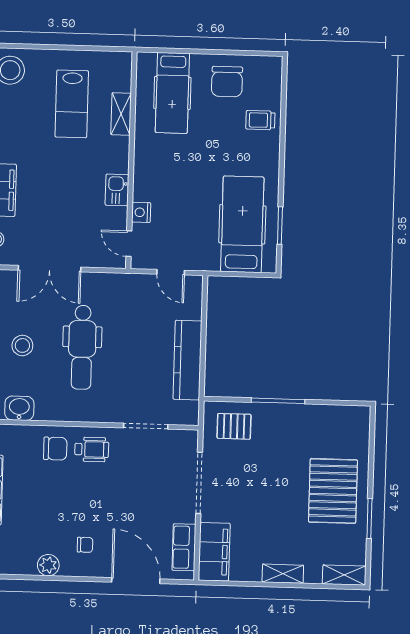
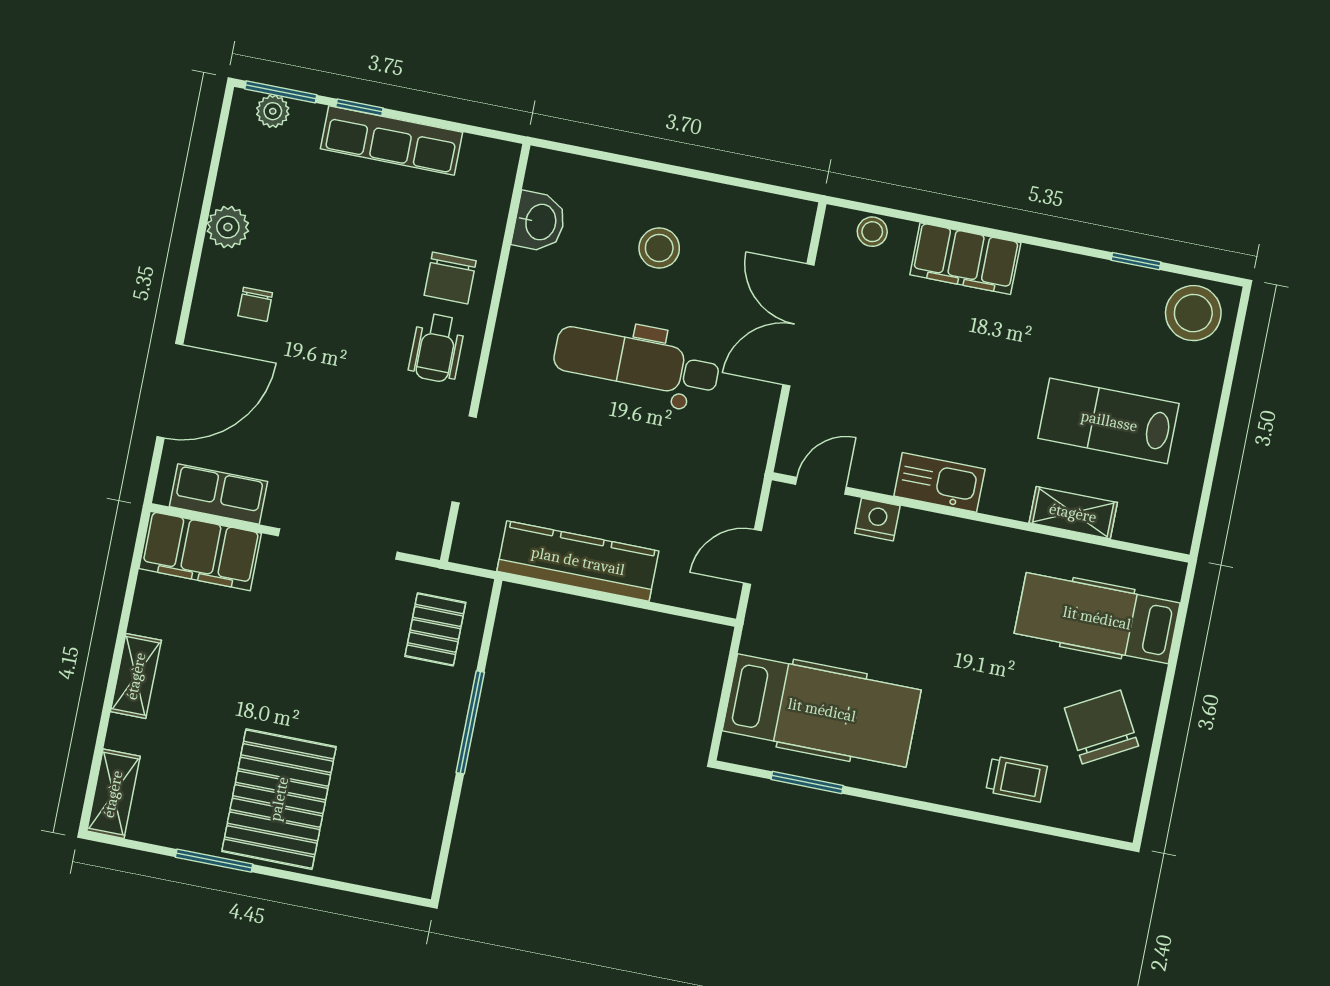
chair: (227, 82) -> (1101, 727), turned 61
trolley: (260, 120) -> (1016, 779), turned 90
kitchen sink: (117, 190) -> (939, 482), width x1.38
pallet: (333, 491) -> (279, 799), turned 90

